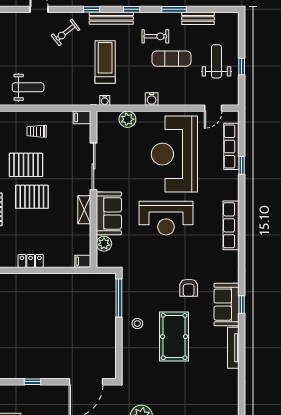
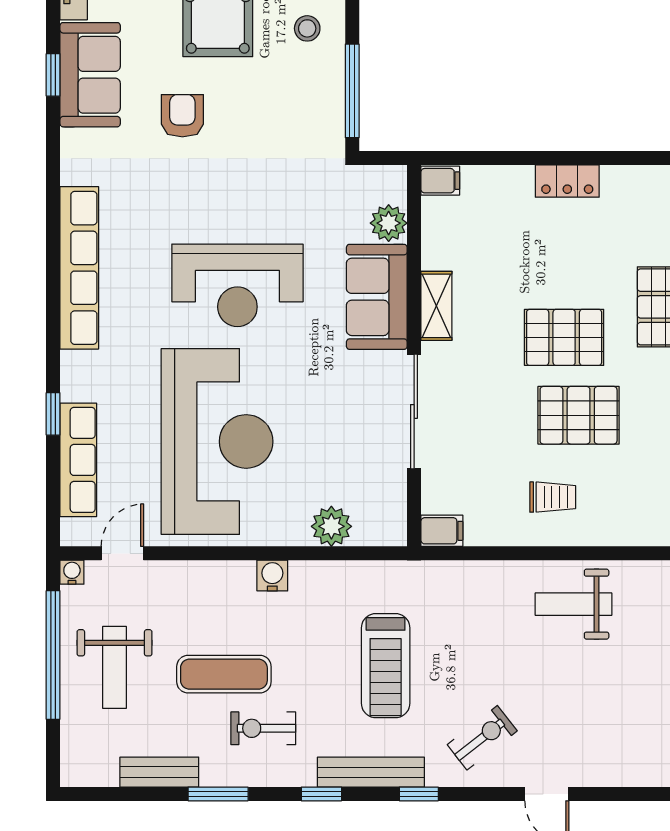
window: (242, 66) -> (53, 655), width x3.17
water cooler: (105, 100) -> (72, 572), moved
reception desk: (166, 218) -> (237, 285), turned 180
row of seats: (231, 225) -> (79, 268), width x1.36

